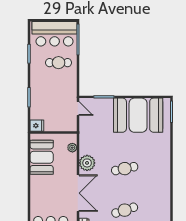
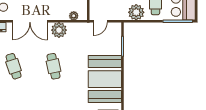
plant: (69, 83) -> (136, 12), added
door: (78, 108) -> (101, 21), moved

